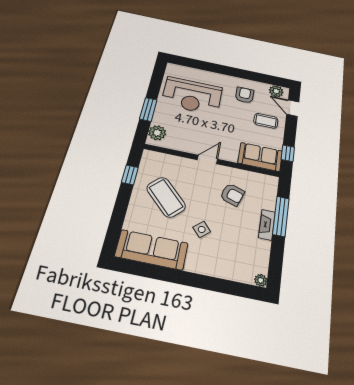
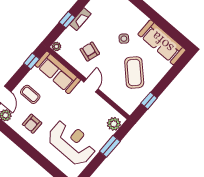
sofa: (260, 157) -> (58, 72), width x1.36
door: (207, 159) -> (91, 85), swing flipped
plant: (273, 181) -> (56, 46), added
window: (281, 216) -> (67, 20), width x0.46

